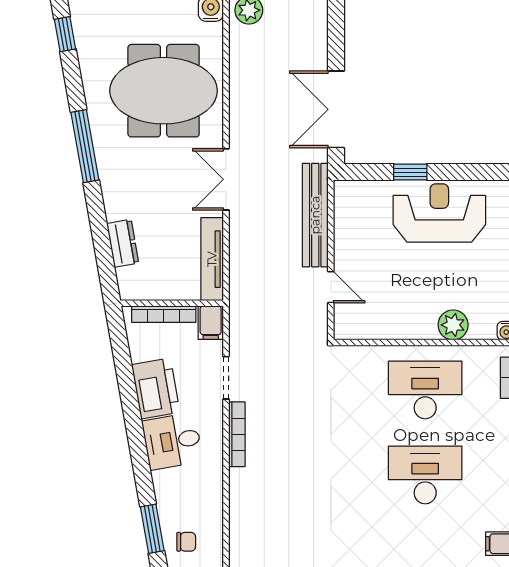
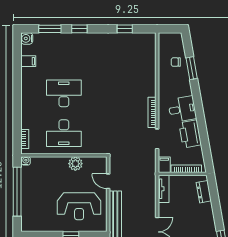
reception desk: (439, 213) -> (79, 206), moved
dresser: (123, 243) -> (204, 192), moved
tv unit: (212, 259) -> (164, 189), width x0.71
plant: (453, 325) -> (75, 164), moved
desk: (425, 475) -> (64, 93), turned 180

